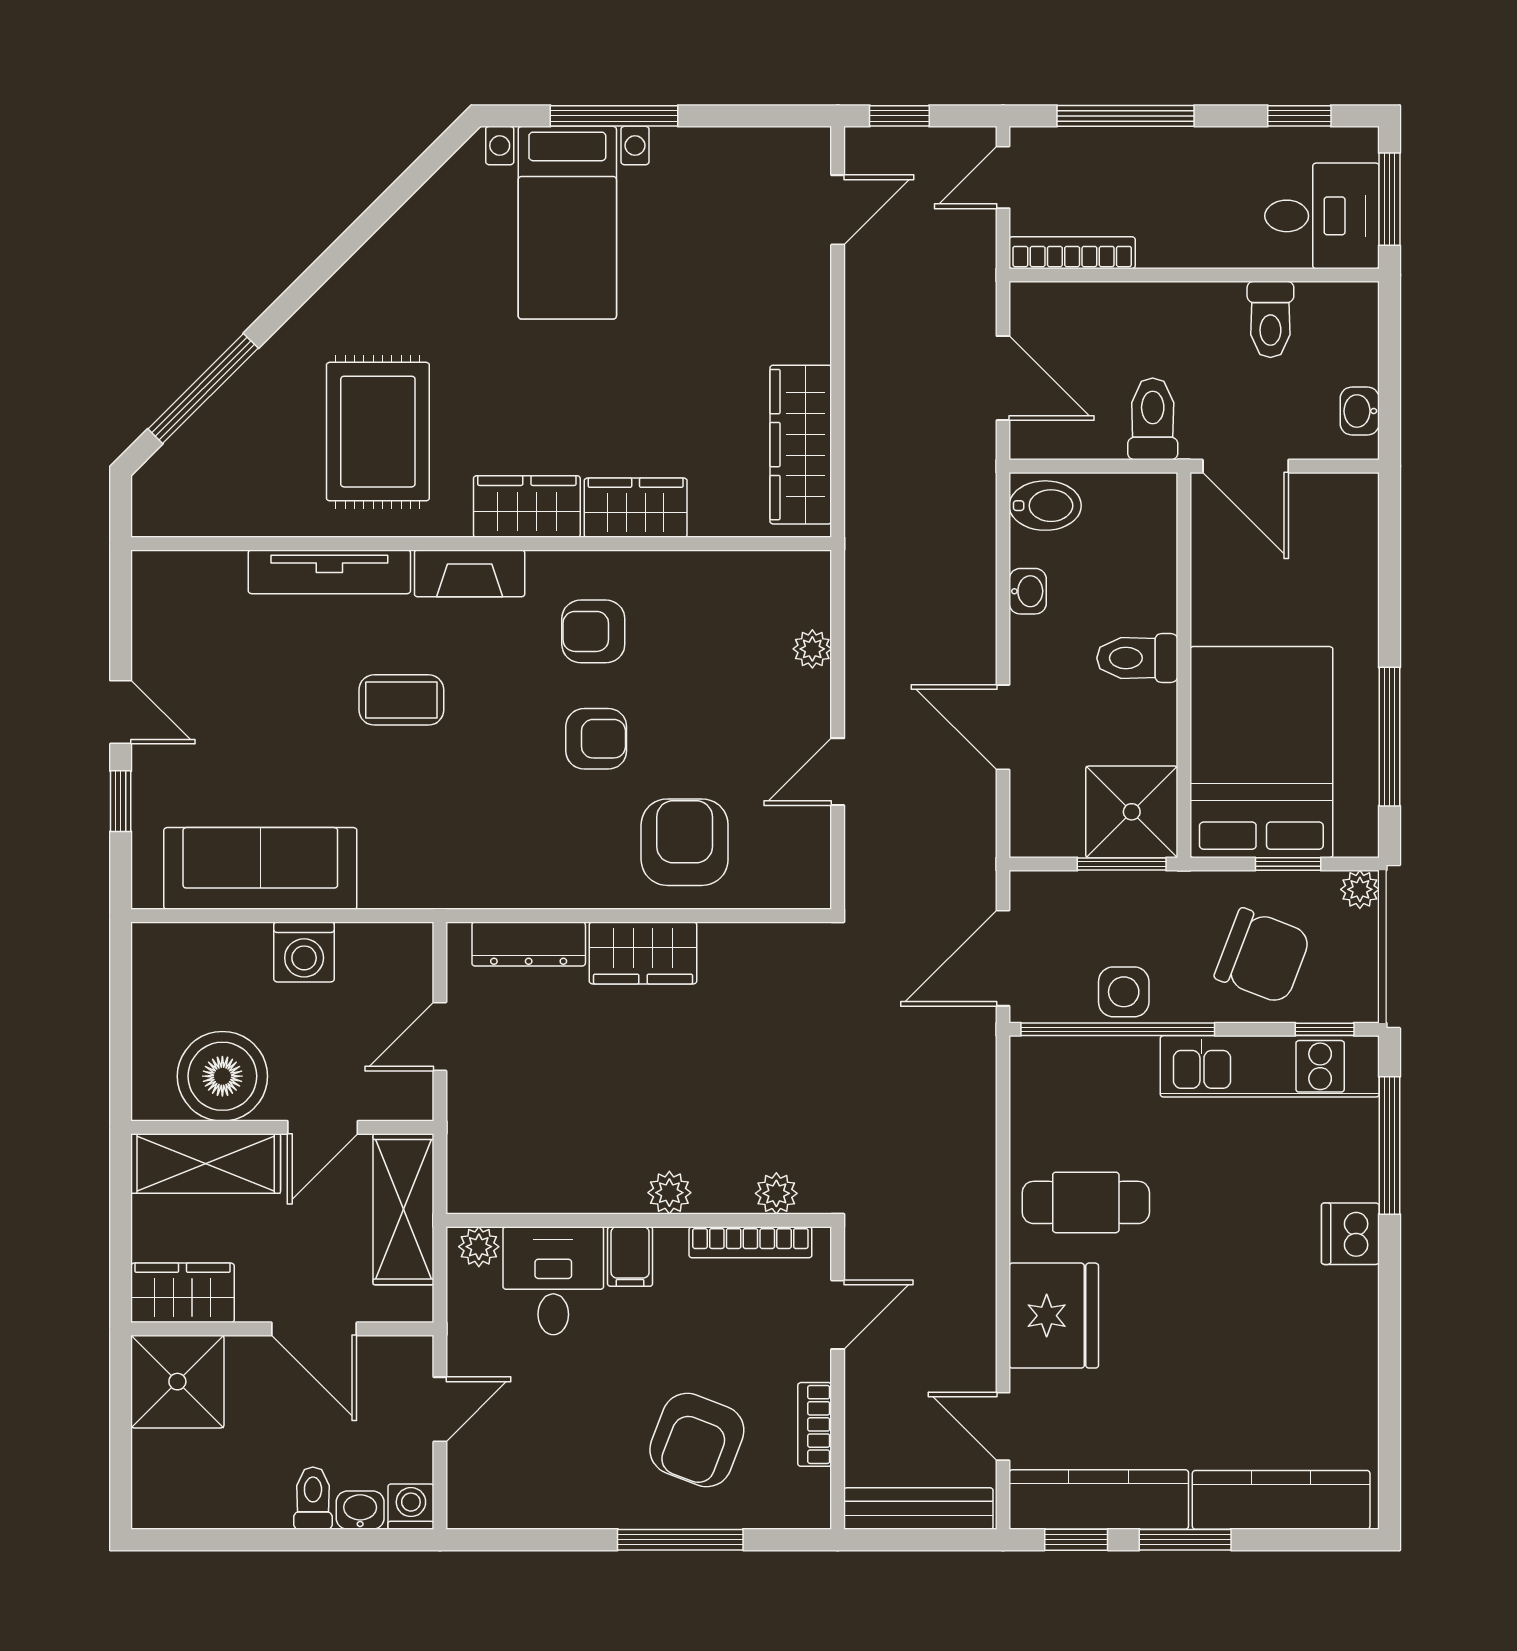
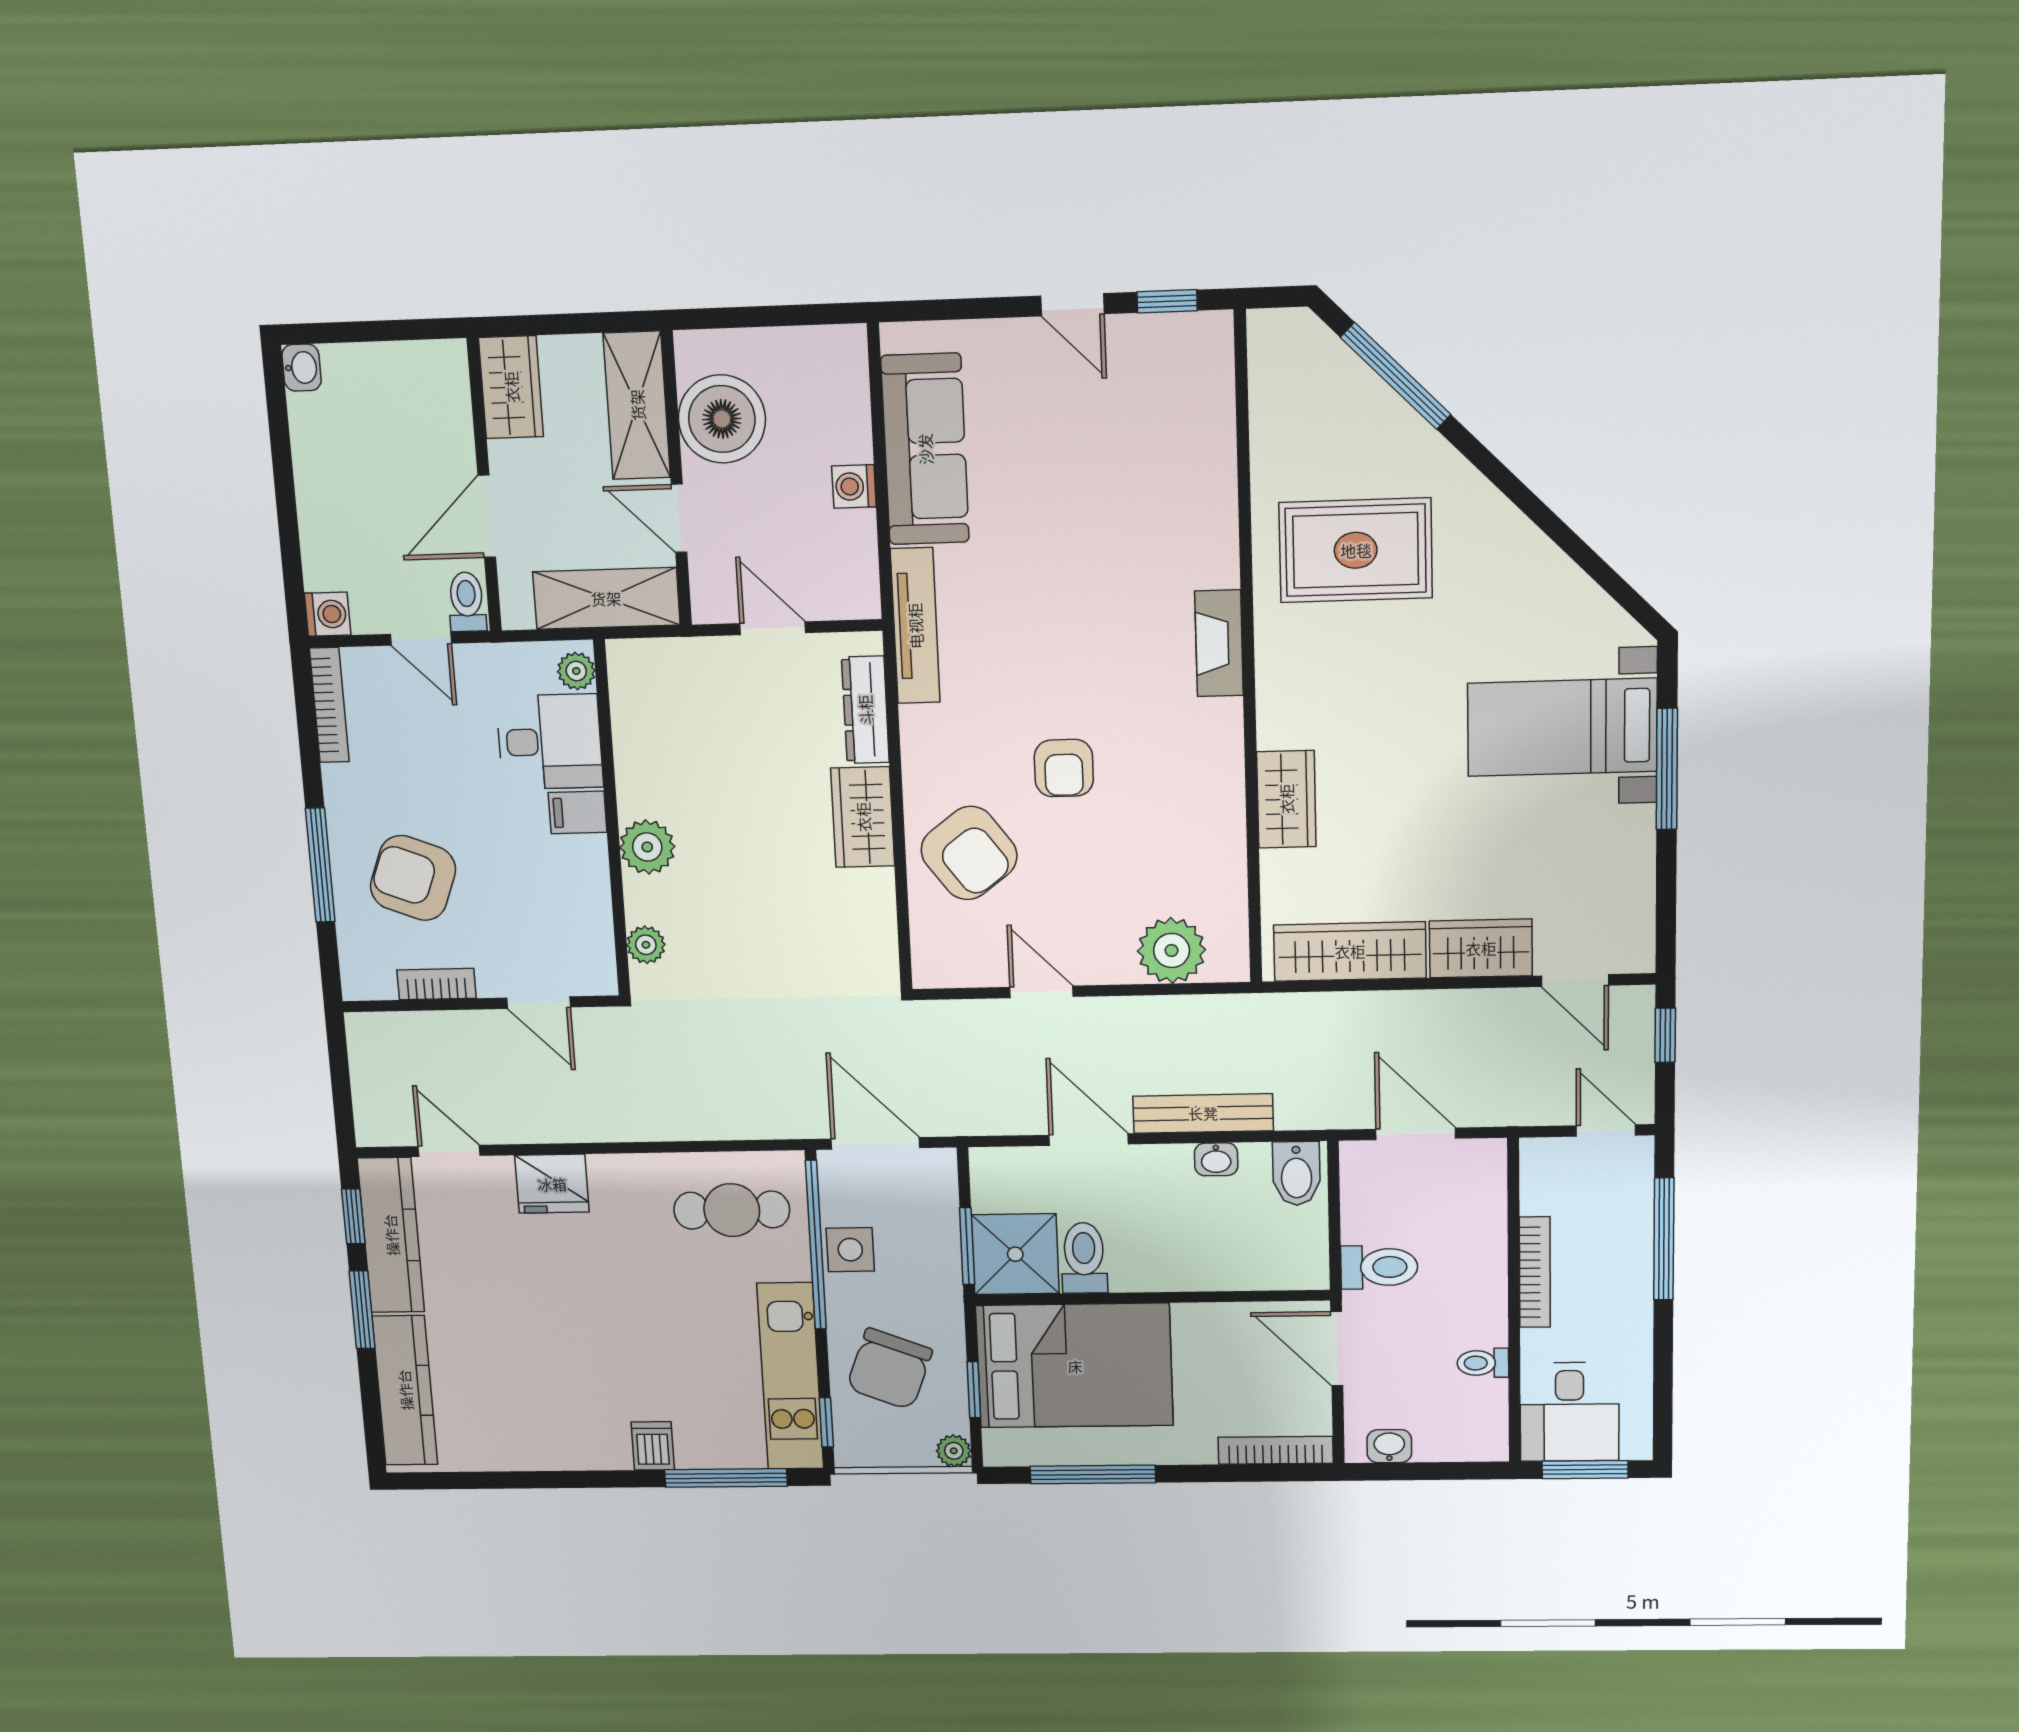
window: (1299, 116) -> (1663, 1391), removed
bookcase: (1072, 253) -> (1535, 1272), moved
toilet: (1270, 319) -> (1483, 1363), width x0.73, depth x0.72
door: (1003, 378) -> (1416, 1134), swing flipped
door: (1246, 466) -> (1337, 1349), hinge flipped
wardrobe: (527, 507) -> (1481, 948), moved, turned -90
bookcase: (1363, 535) -> (1276, 1450), added
tv unit: (329, 572) -> (915, 626), moved, turned 180
armchair: (593, 631) -> (1166, 763), removed
plant: (812, 649) -> (1172, 950), width x1.87, depth x1.87
toilet: (1137, 658) -> (1084, 1258), moved
coffee table: (401, 700) -> (1094, 581), removed
door: (121, 712) -> (1072, 305), hinge flipped
door: (1003, 727) -> (1089, 1140), hinge flipped
window: (121, 801) -> (1167, 301), moved
armchair: (685, 842) -> (969, 853), turned 53
washing machine: (304, 952) -> (854, 486), width x0.73, depth x0.73
plant: (669, 1193) -> (647, 847), width x1.38, depth x1.38
cafe table: (1086, 1202) -> (732, 1210), moved, turned 90
dishwasher: (1350, 1234) -> (653, 1446), width x0.73
bookcase: (750, 1242) -> (329, 705), moved, turned 180
fridge: (1054, 1316) -> (552, 1184), width x0.73, depth x0.75
shower: (177, 1382) -> (426, 385), removed
door: (1003, 1426) -> (449, 1151), hinge flipped
toilet: (313, 1498) -> (467, 602), moved, turned -90
bench: (918, 1508) -> (1203, 1113), moved, turned 90
washbasin: (360, 1510) -> (302, 368), moved

